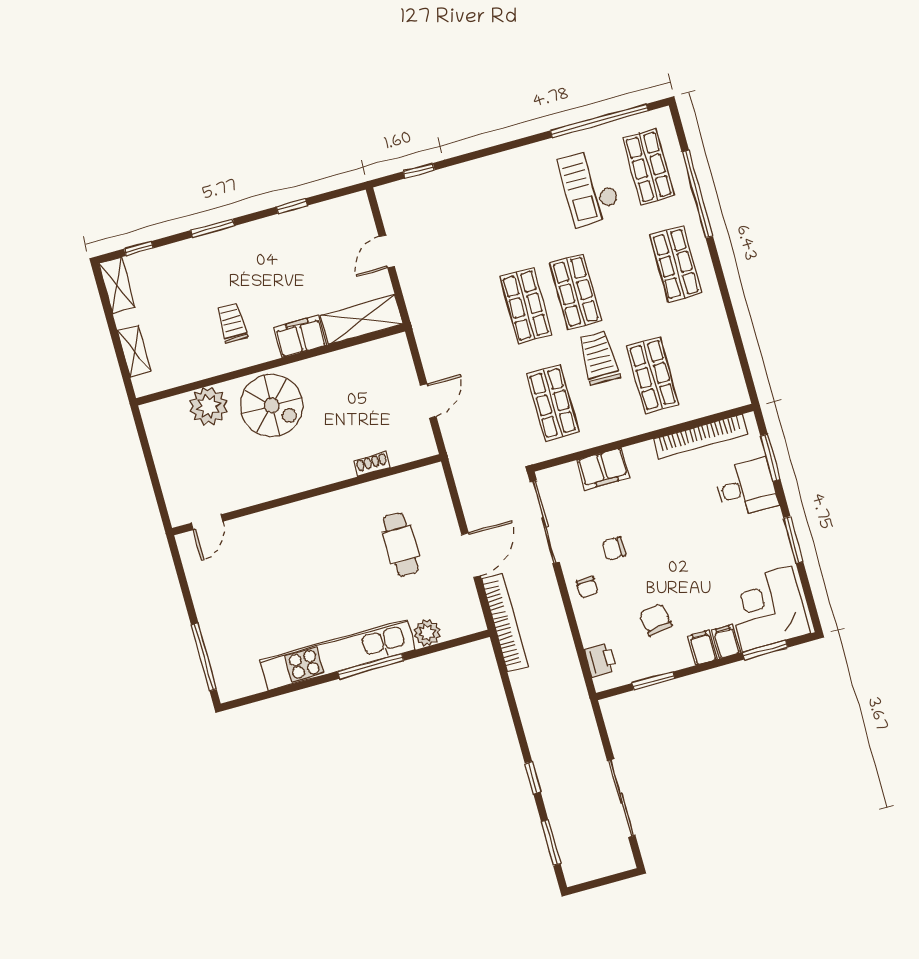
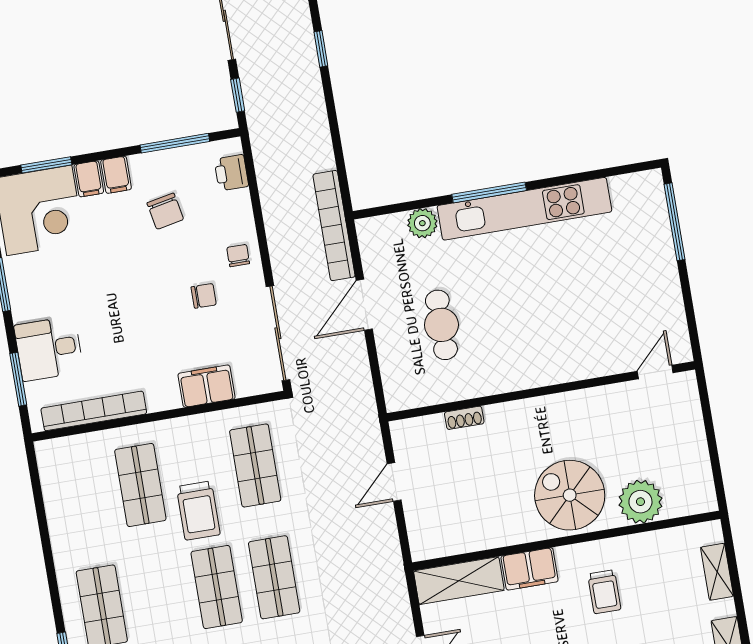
window: (653, 681) -> (175, 143), width x1.44
window: (602, 729) -> (238, 95), added

